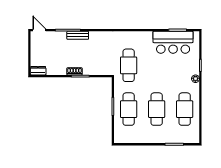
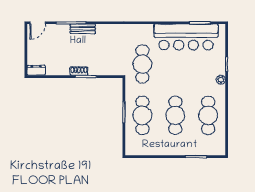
door: (39, 30) -> (38, 23), swing flipped
bar counter: (173, 42) -> (186, 37), width x1.36

